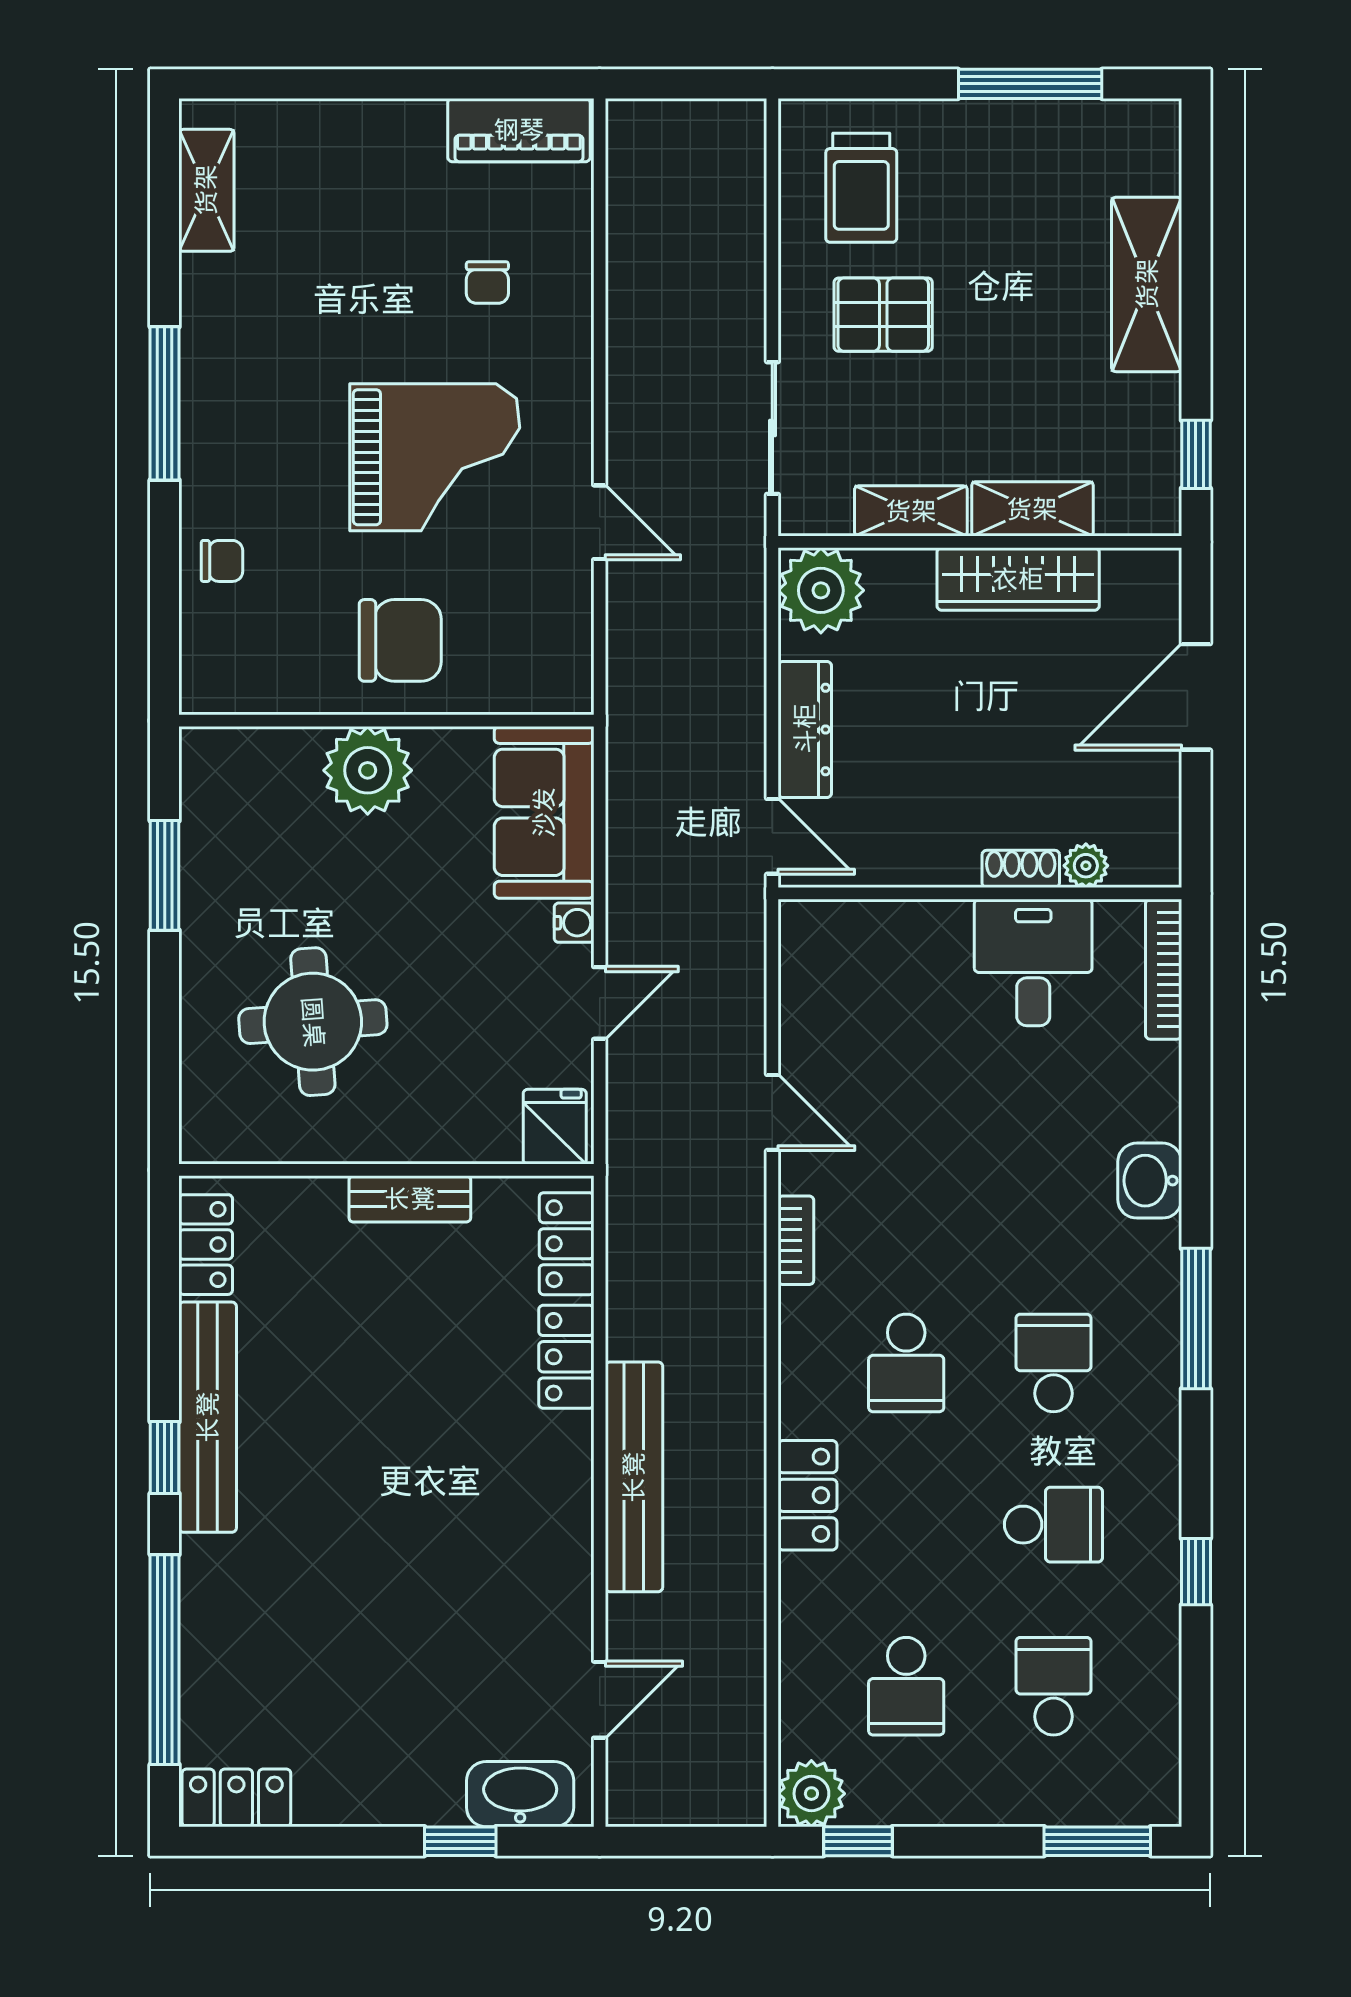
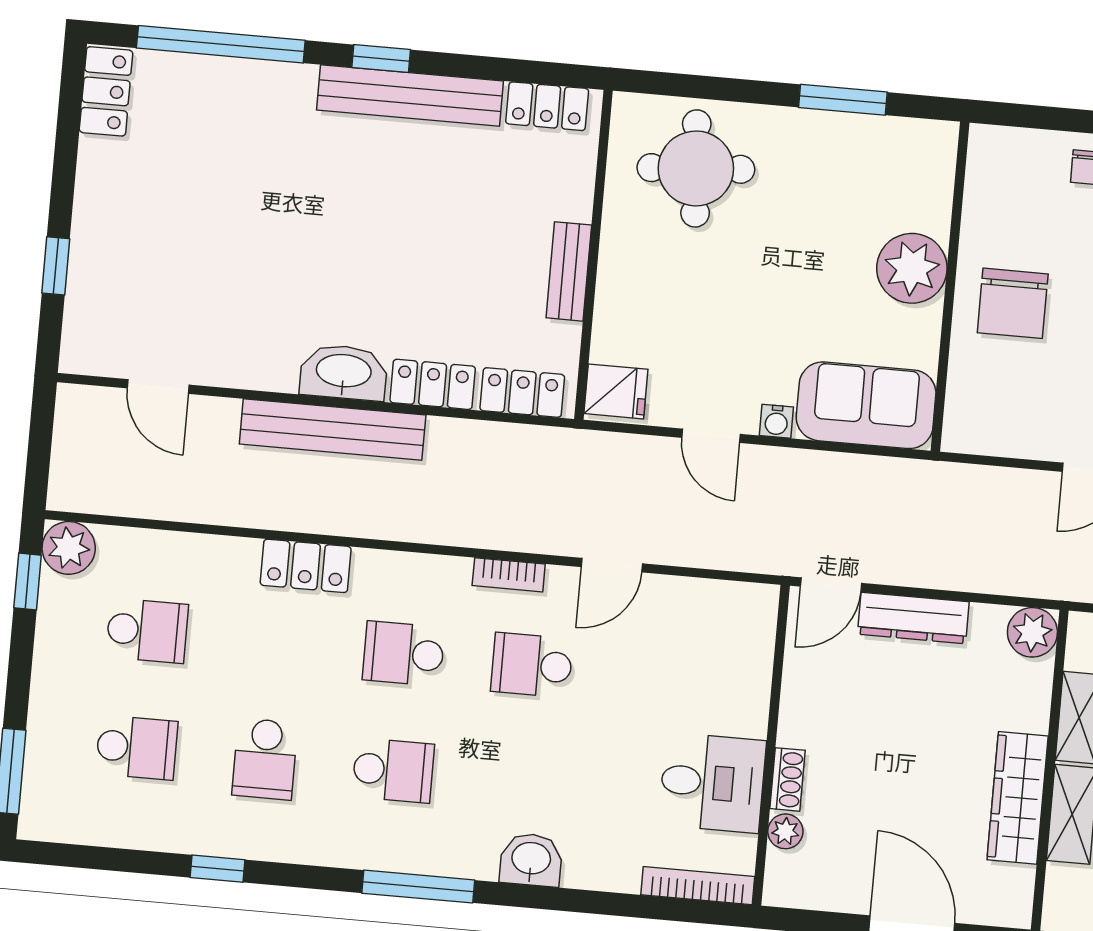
plant: (821, 590) -> (1032, 632), width x0.73, depth x0.73
round table: (313, 1022) -> (696, 168), moved
school desk: (906, 1201) -> (532, 665), added
school desk: (906, 1686) -> (147, 631), turned 180
washbasin: (520, 1794) -> (344, 372), moved, turned -90

